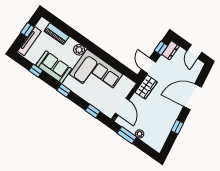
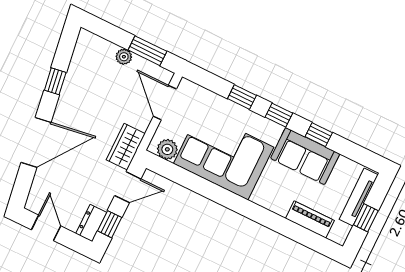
plant: (79, 50) -> (167, 149), moved
door: (149, 66) -> (128, 187), hinge flipped
window: (36, 71) -> (319, 135), moved
window: (93, 111) -> (242, 97), moved

